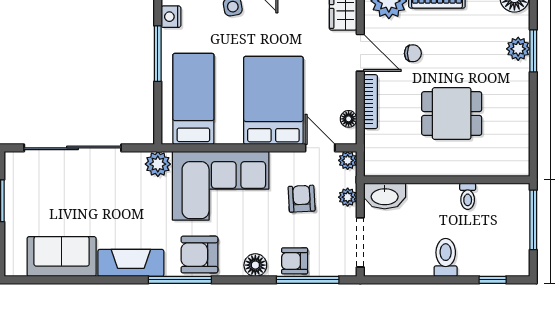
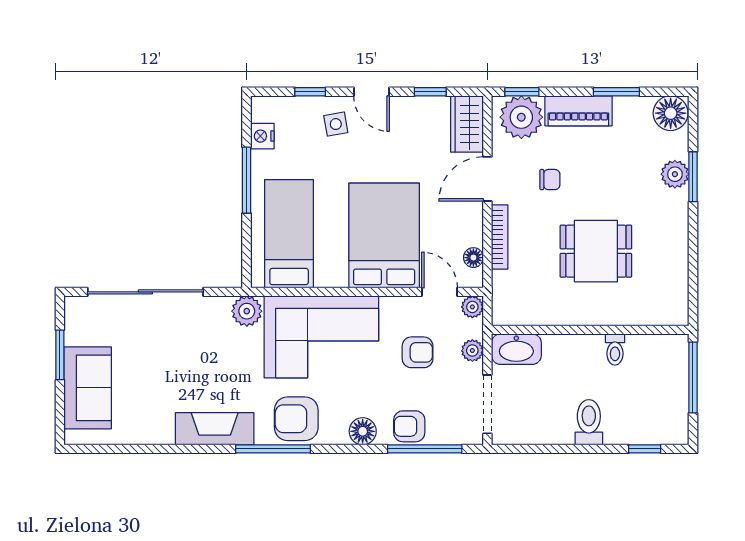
door: (360, 53) -> (487, 179), swing flipped
armchair: (302, 199) -> (418, 352), turned 93
sofa: (62, 257) -> (88, 388), moved, turned 90

